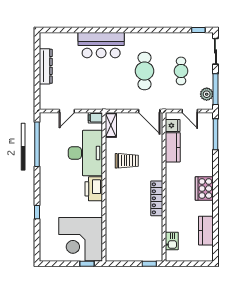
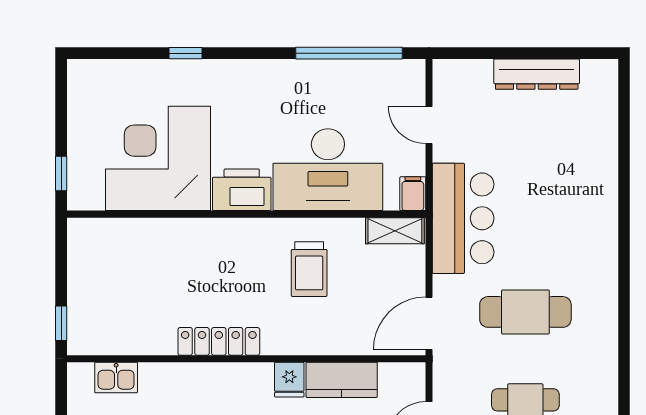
bar counter: (101, 45) -> (463, 218), moved, turned 180
fridge: (173, 126) -> (289, 380), moved
corner desk: (81, 239) -> (158, 158), moved

